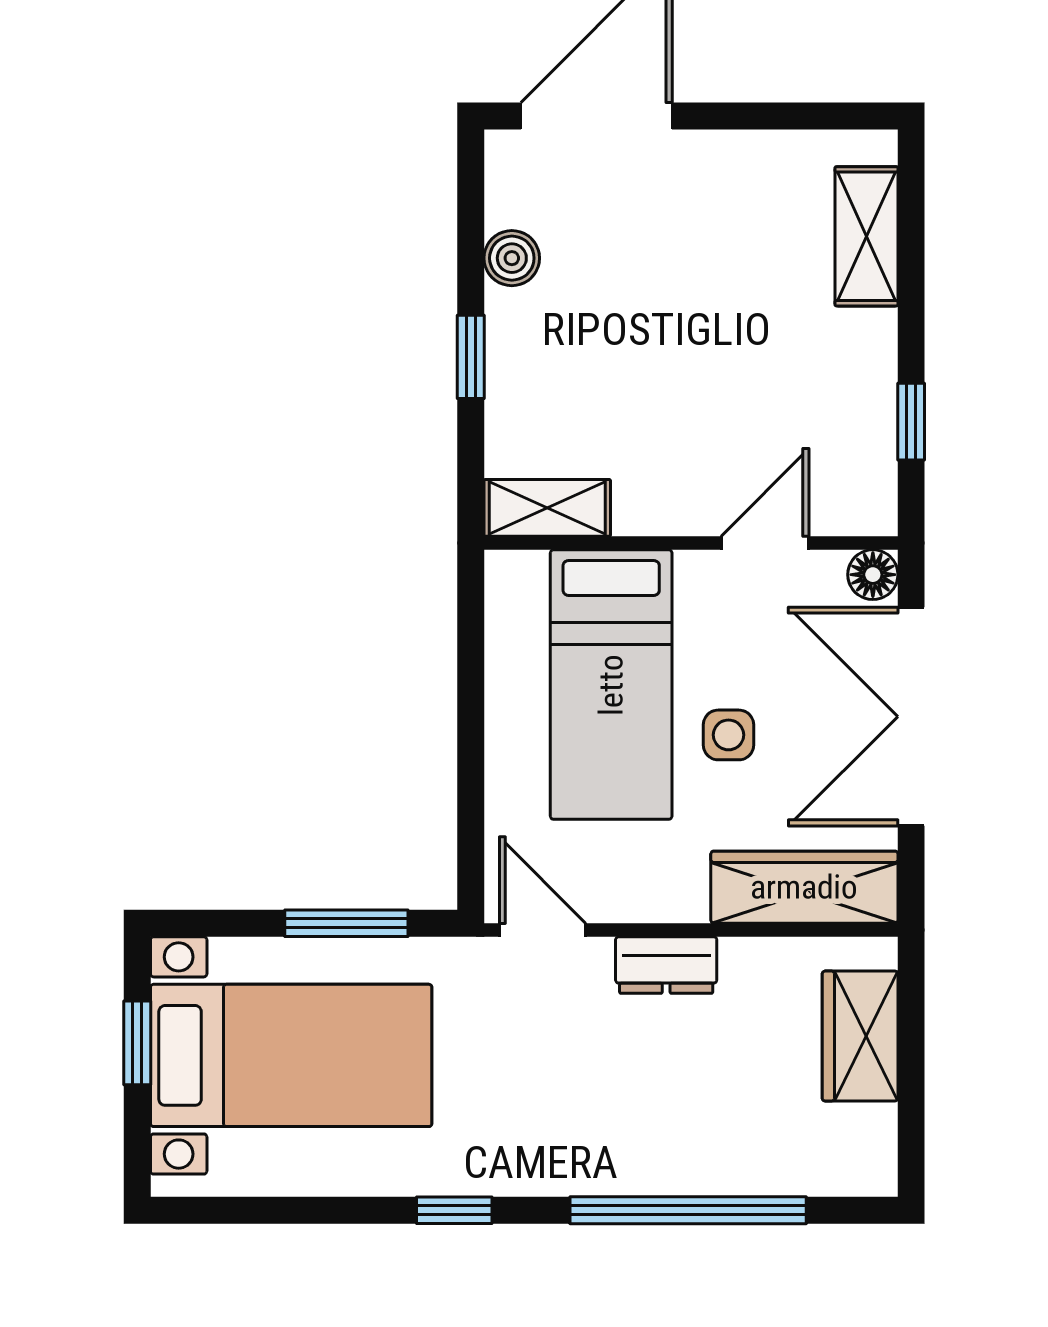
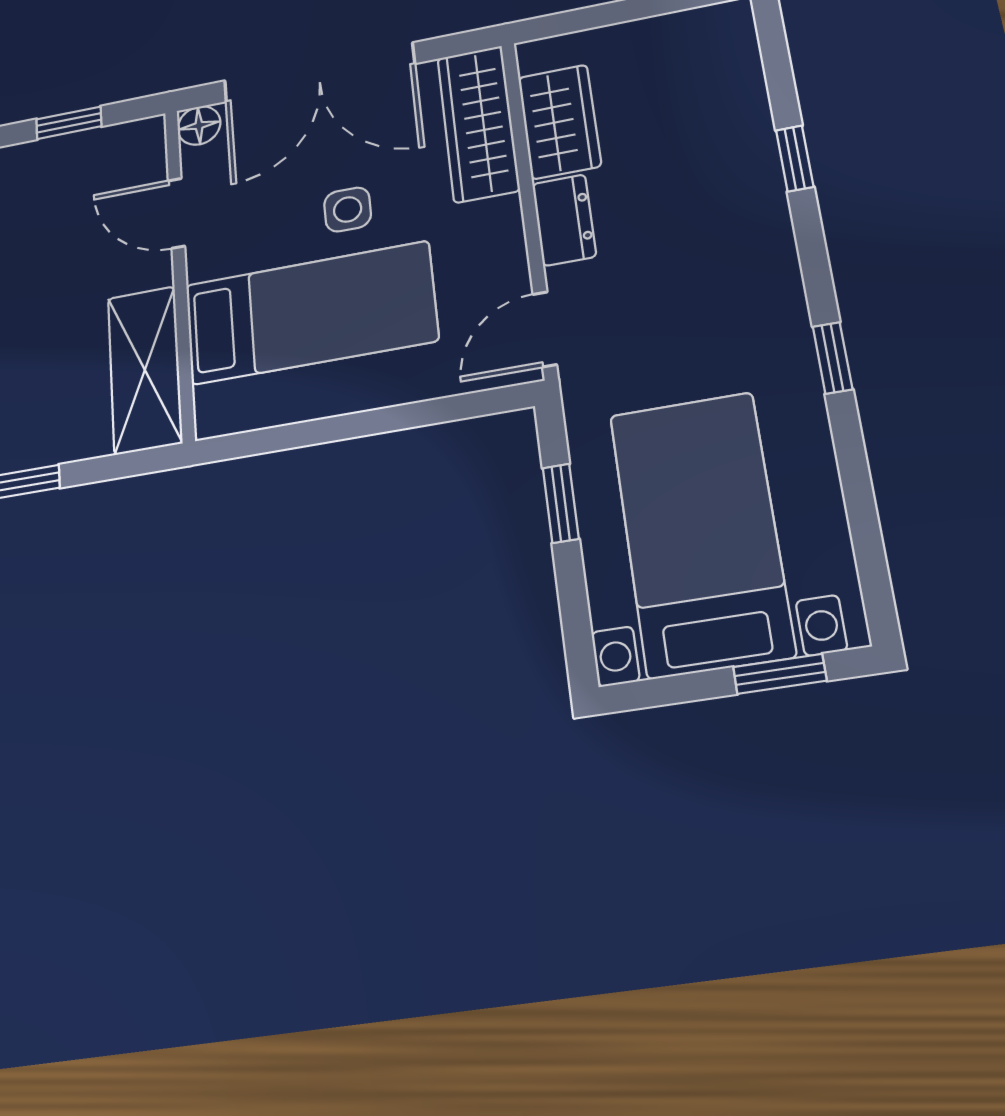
shelving: (547, 508) -> (145, 370), width x1.50, depth x1.33
window: (346, 923) -> (561, 503), width x0.67
wardrobe: (860, 1036) -> (559, 122), moved, turned -90
window: (137, 1043) -> (780, 674), moved
window: (688, 1210) -> (795, 158), width x0.32

